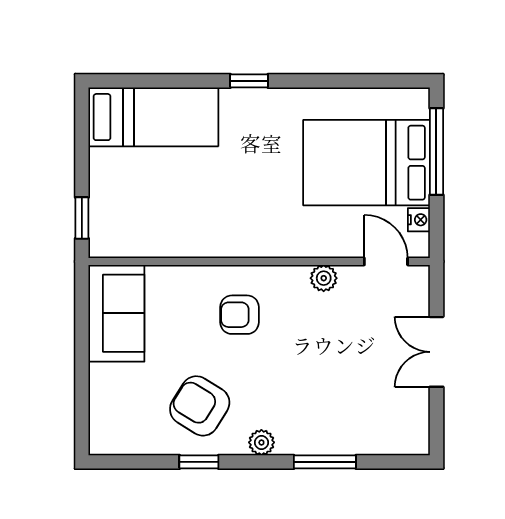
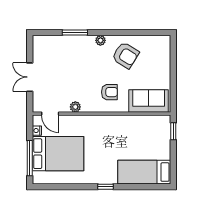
sofa: (116, 313) -> (149, 101), moved, turned 90
double door: (436, 352) -> (30, 77), swing flipped
window: (199, 462) -> (126, 33), removed

